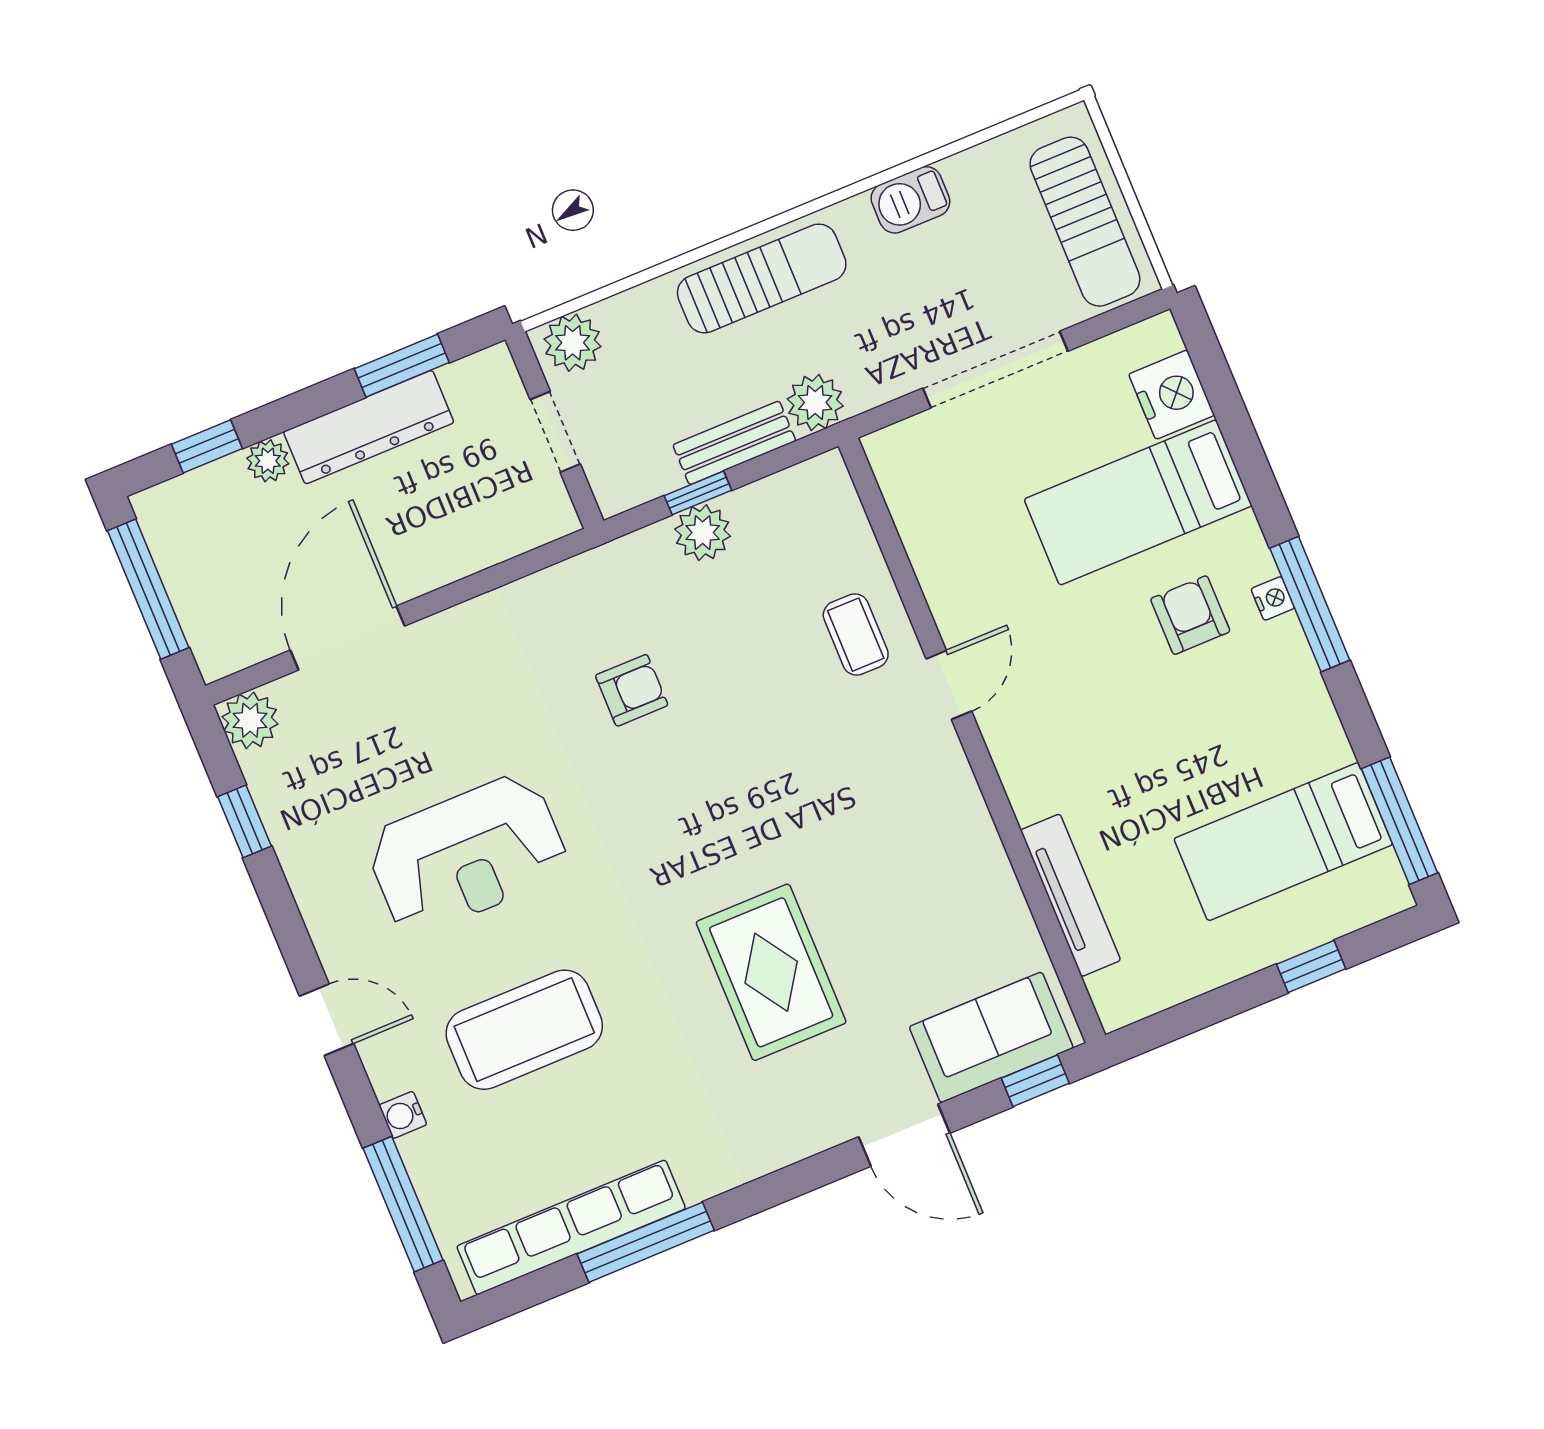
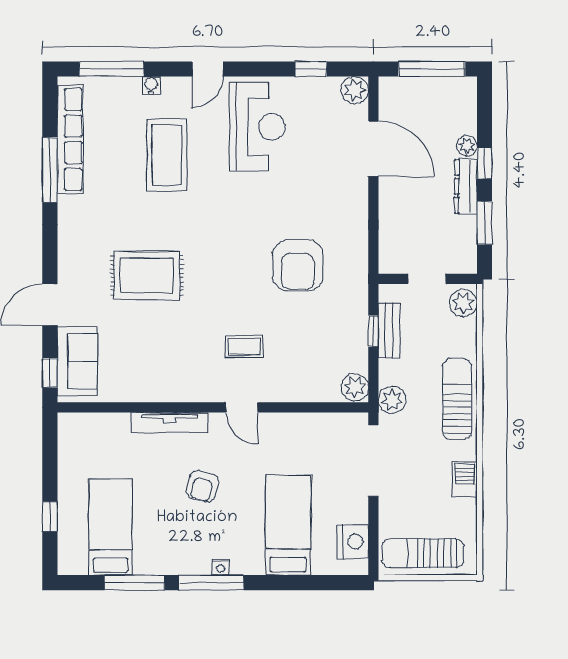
sun lounger: (762, 278) -> (457, 399), turned 180
doorway: (995, 370) -> (373, 461), moved
nightstand: (1172, 395) -> (353, 542), moved, turned -90
dresser: (369, 427) -> (466, 186), width x0.73, depth x0.80
bench: (734, 443) -> (389, 330), moved
window: (207, 446) -> (485, 163), moved
plant: (703, 533) -> (355, 387), moved
armchair: (1190, 615) -> (203, 486), moved, turned 104
coffee table: (856, 635) -> (244, 347), moved
armchair: (632, 690) -> (298, 265), width x1.88, depth x1.88
window: (1399, 821) -> (135, 583), moved
reception desk: (467, 855) -> (257, 127), moved, turned 180
tv unit: (1070, 895) -> (169, 423), moved

